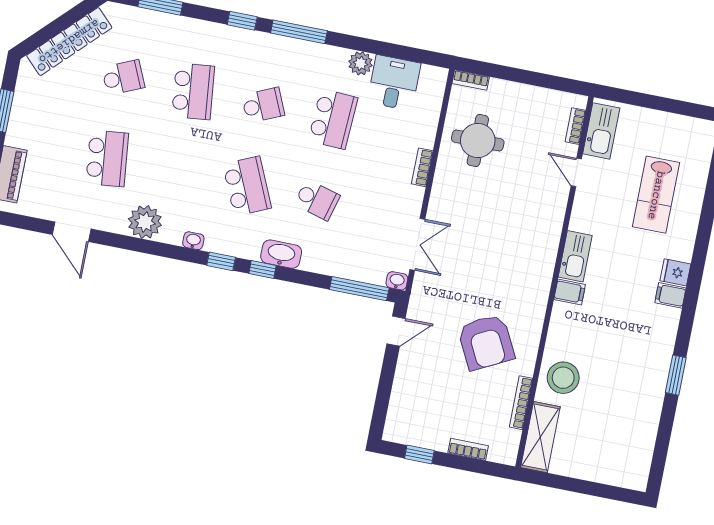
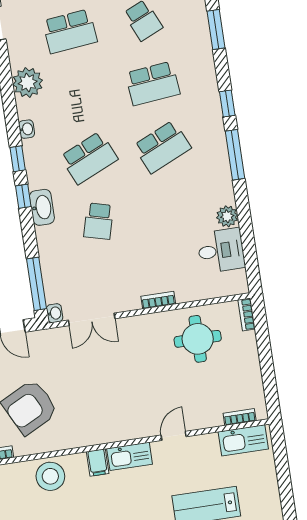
school desk: (263, 105) -> (162, 147), width x1.85
school desk: (333, 119) -> (172, 210), removed
door: (576, 172) -> (174, 436), moved
stool: (563, 378) -> (50, 476), moved

